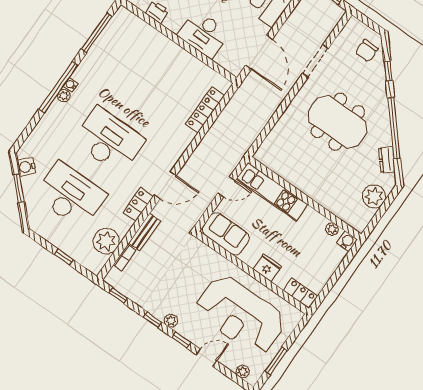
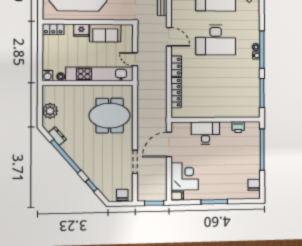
chair: (367, 51) -> (122, 195), moved
door: (259, 52) -> (169, 144), hinge flipped
meeting table: (338, 122) -> (110, 116), moved
door: (165, 185) -> (169, 37), swing flipped
door: (227, 187) -> (135, 59), hinge flipped
kitchen unit: (272, 192) -> (100, 74), width x1.36
locker: (138, 204) -> (176, 66), moved
sofa: (226, 234) -> (105, 33), moved

